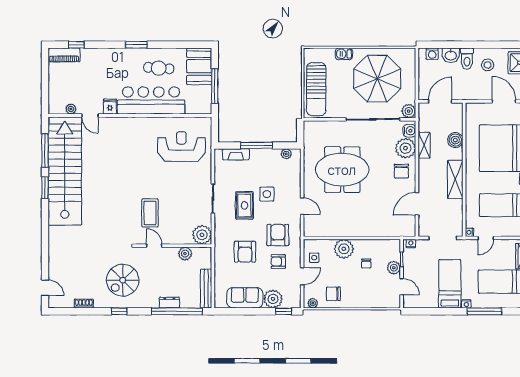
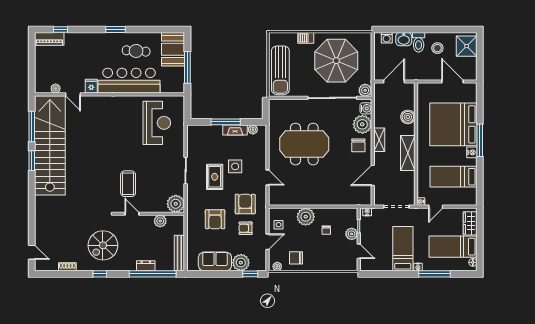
shelving: (424, 145) -> (379, 140), moved
reception desk: (181, 146) -> (157, 123), turned 90
fireplace: (236, 154) -> (235, 130), moved

